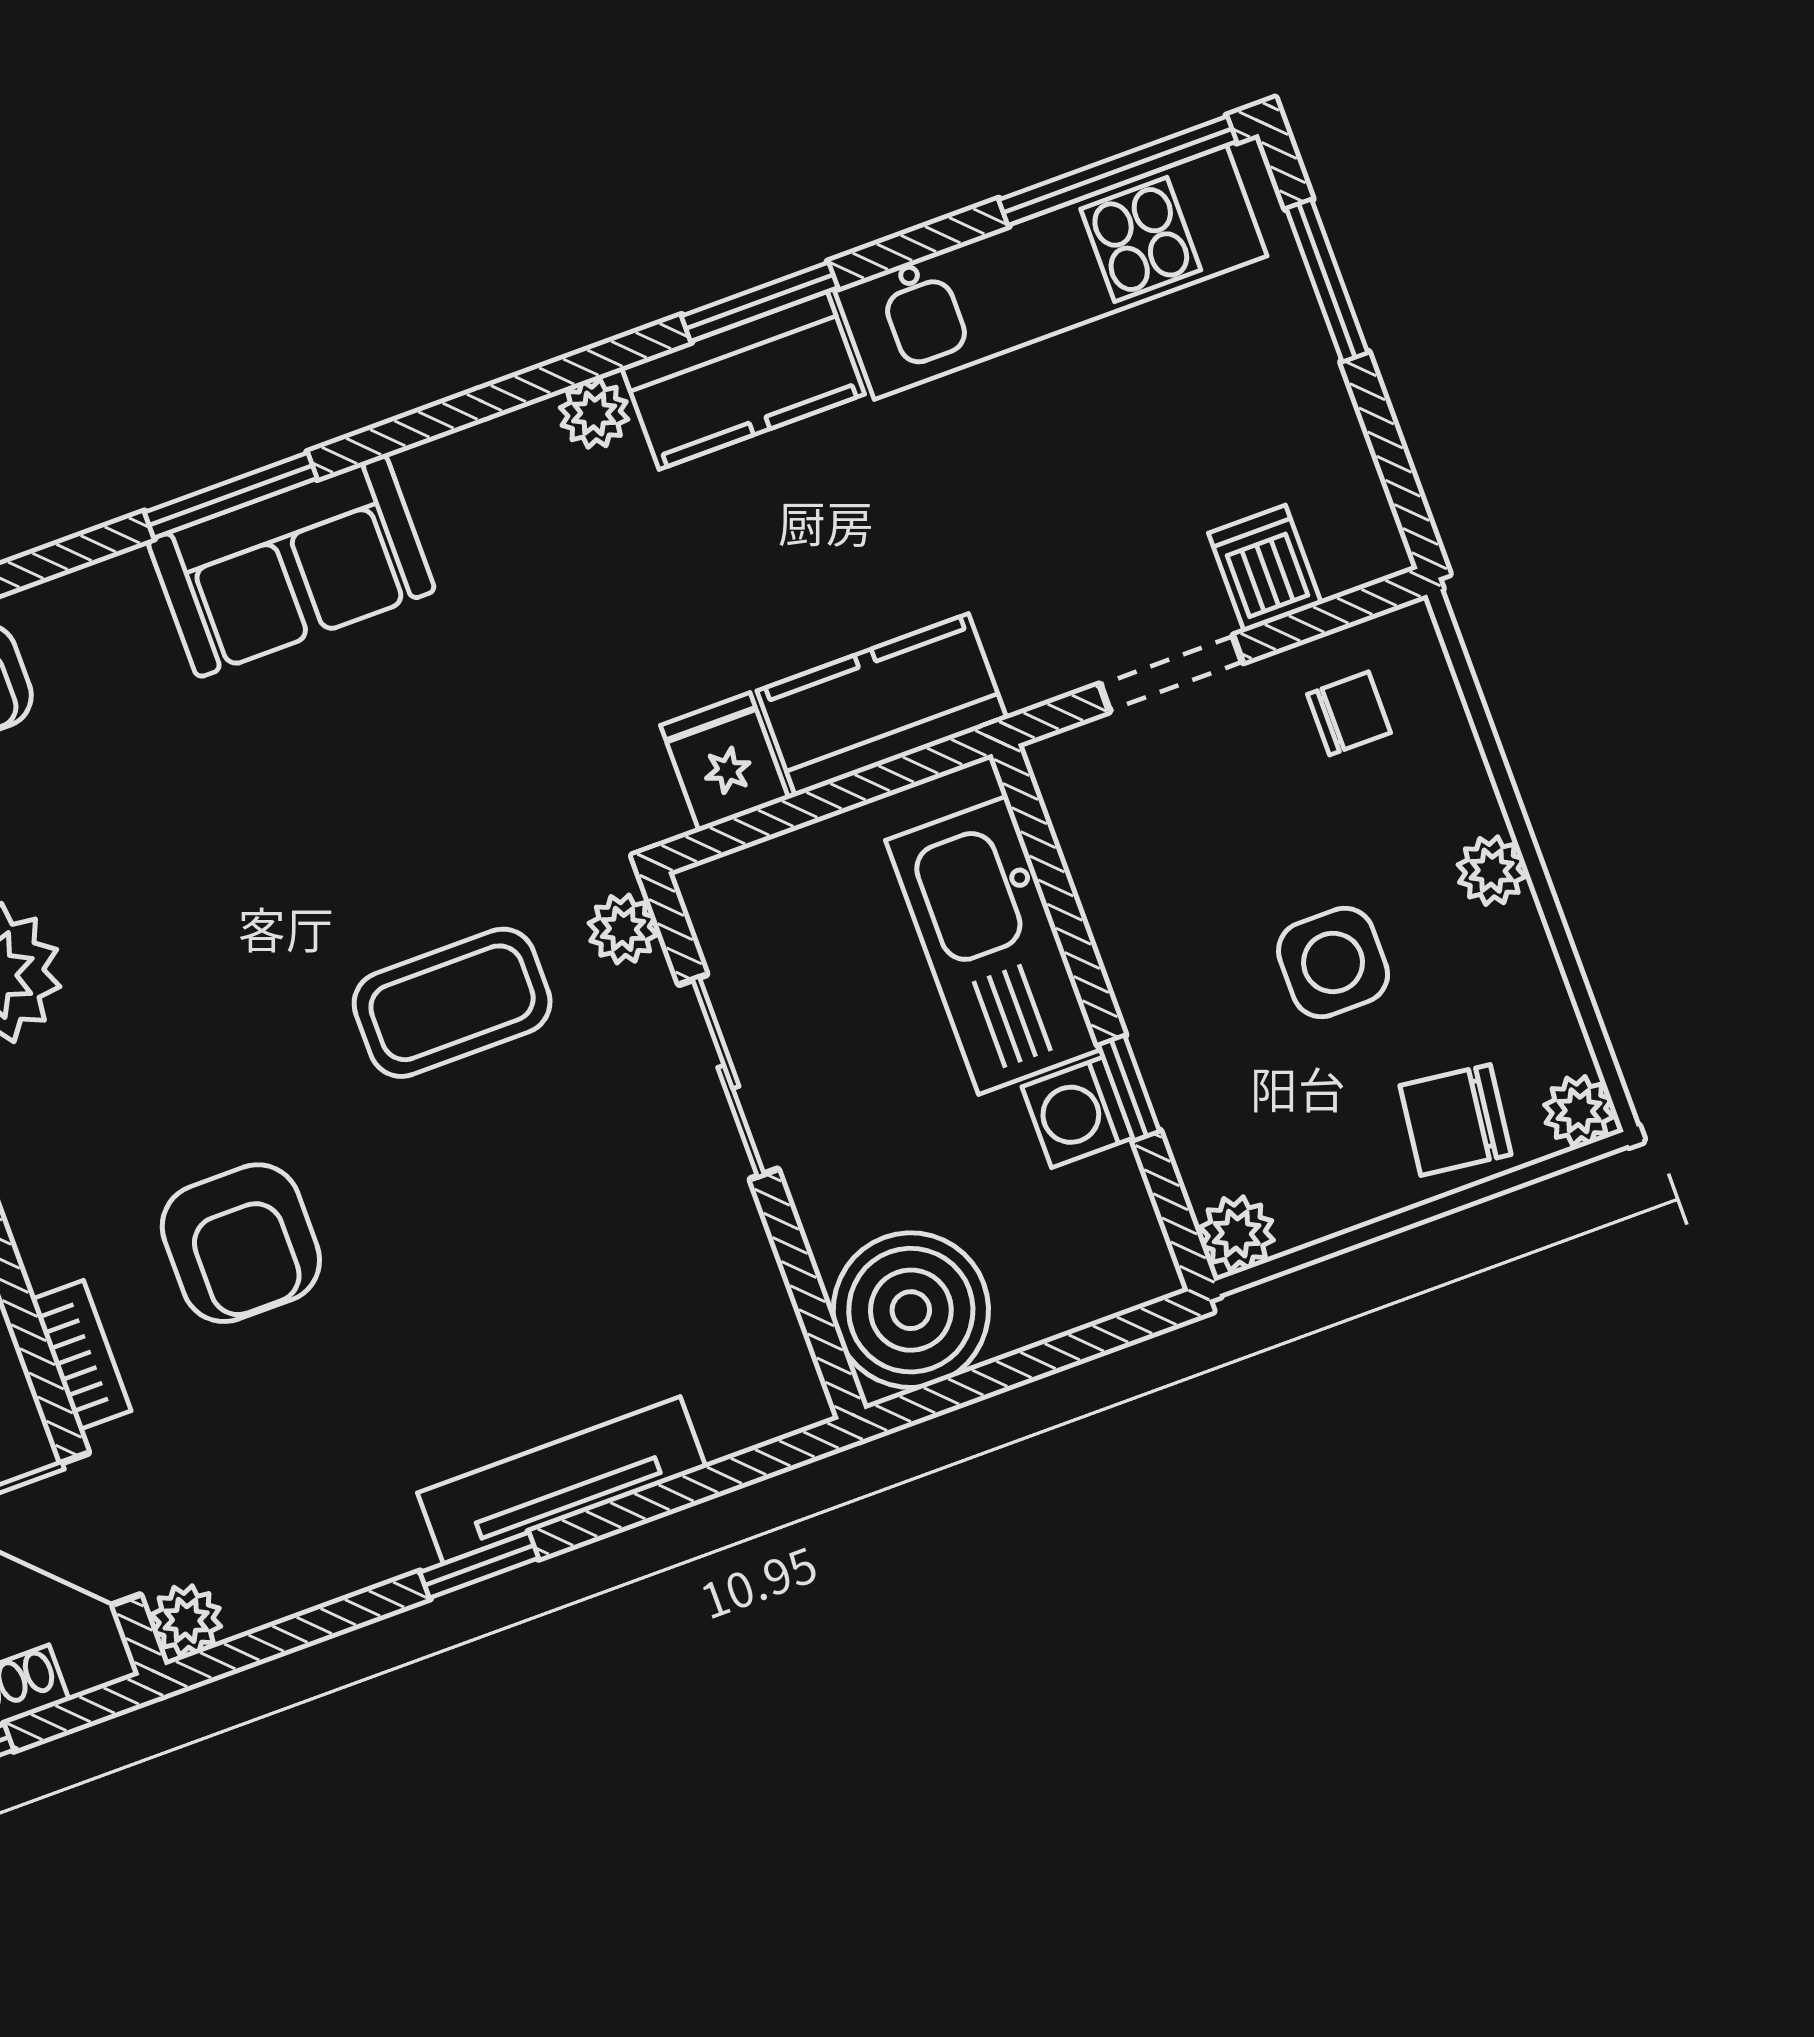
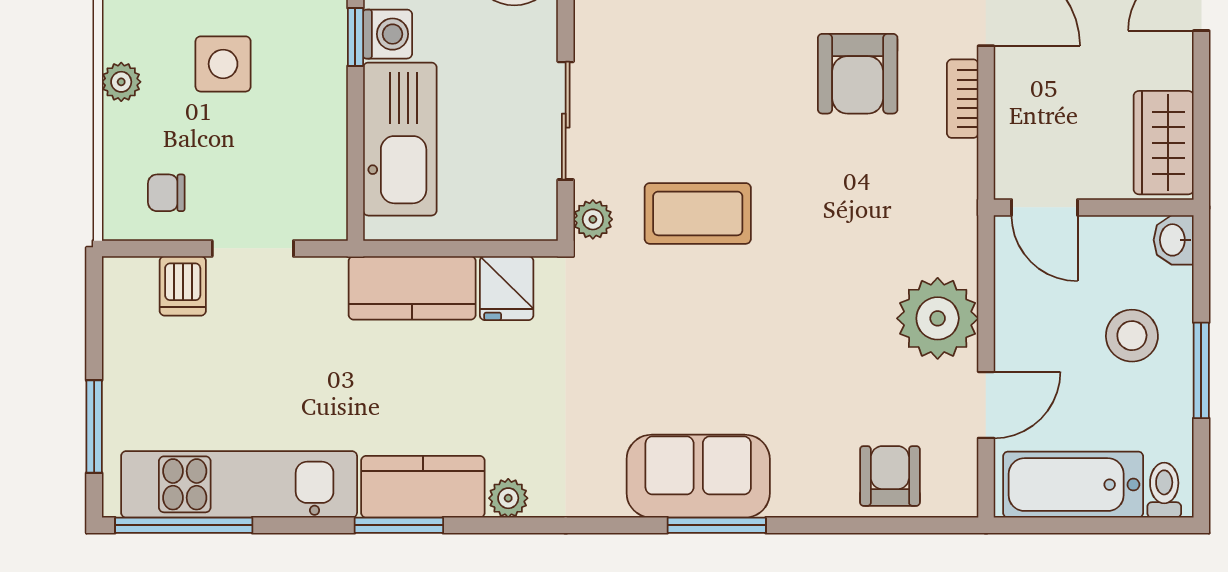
armchair: (241, 1243) -> (858, 74), moved, turned 180

